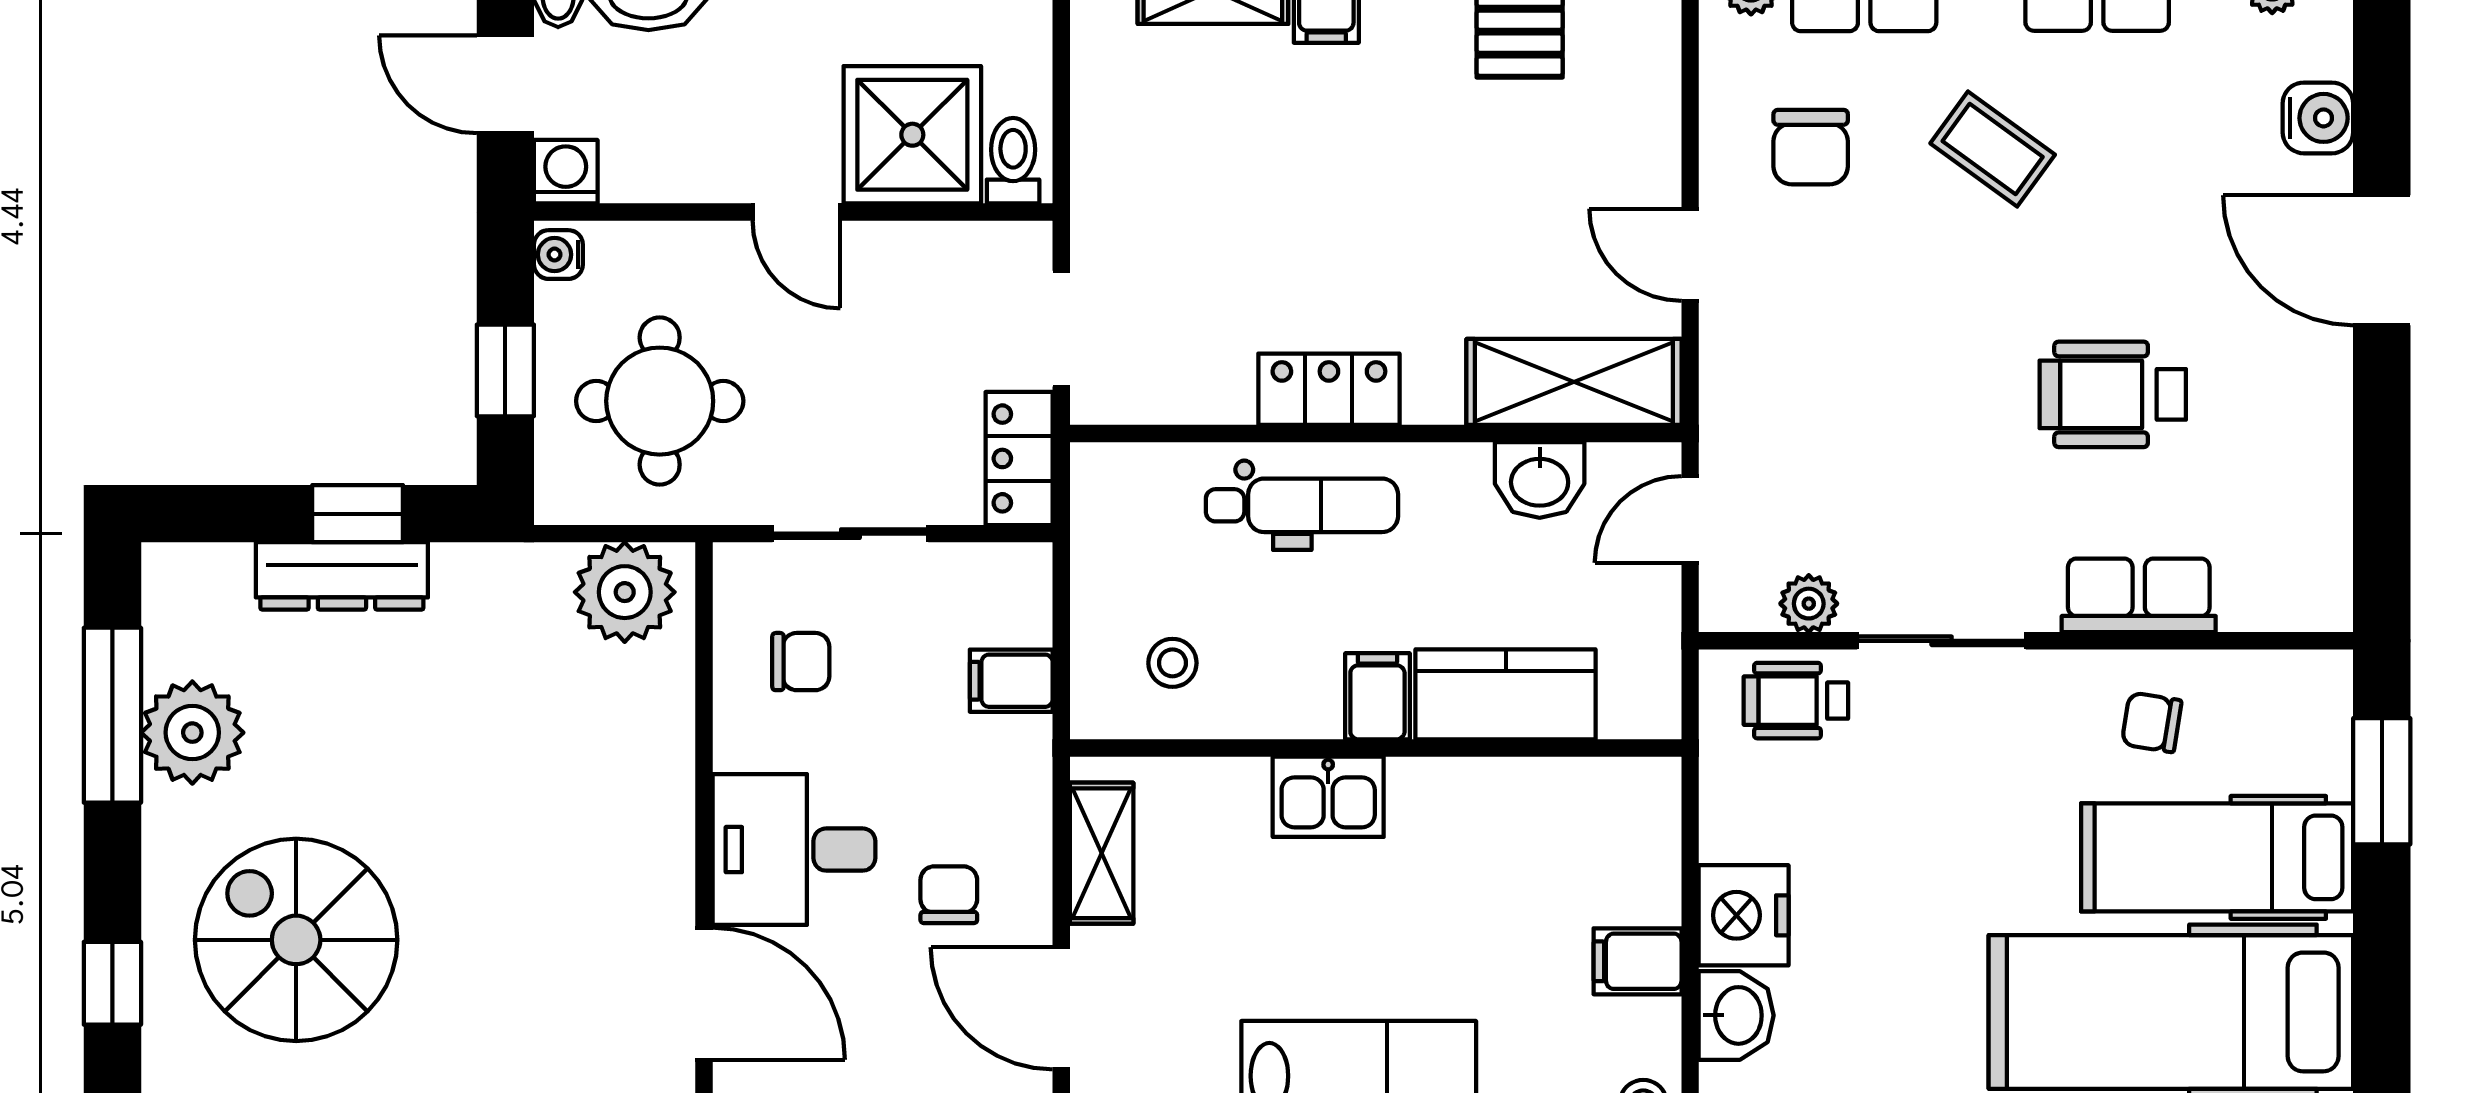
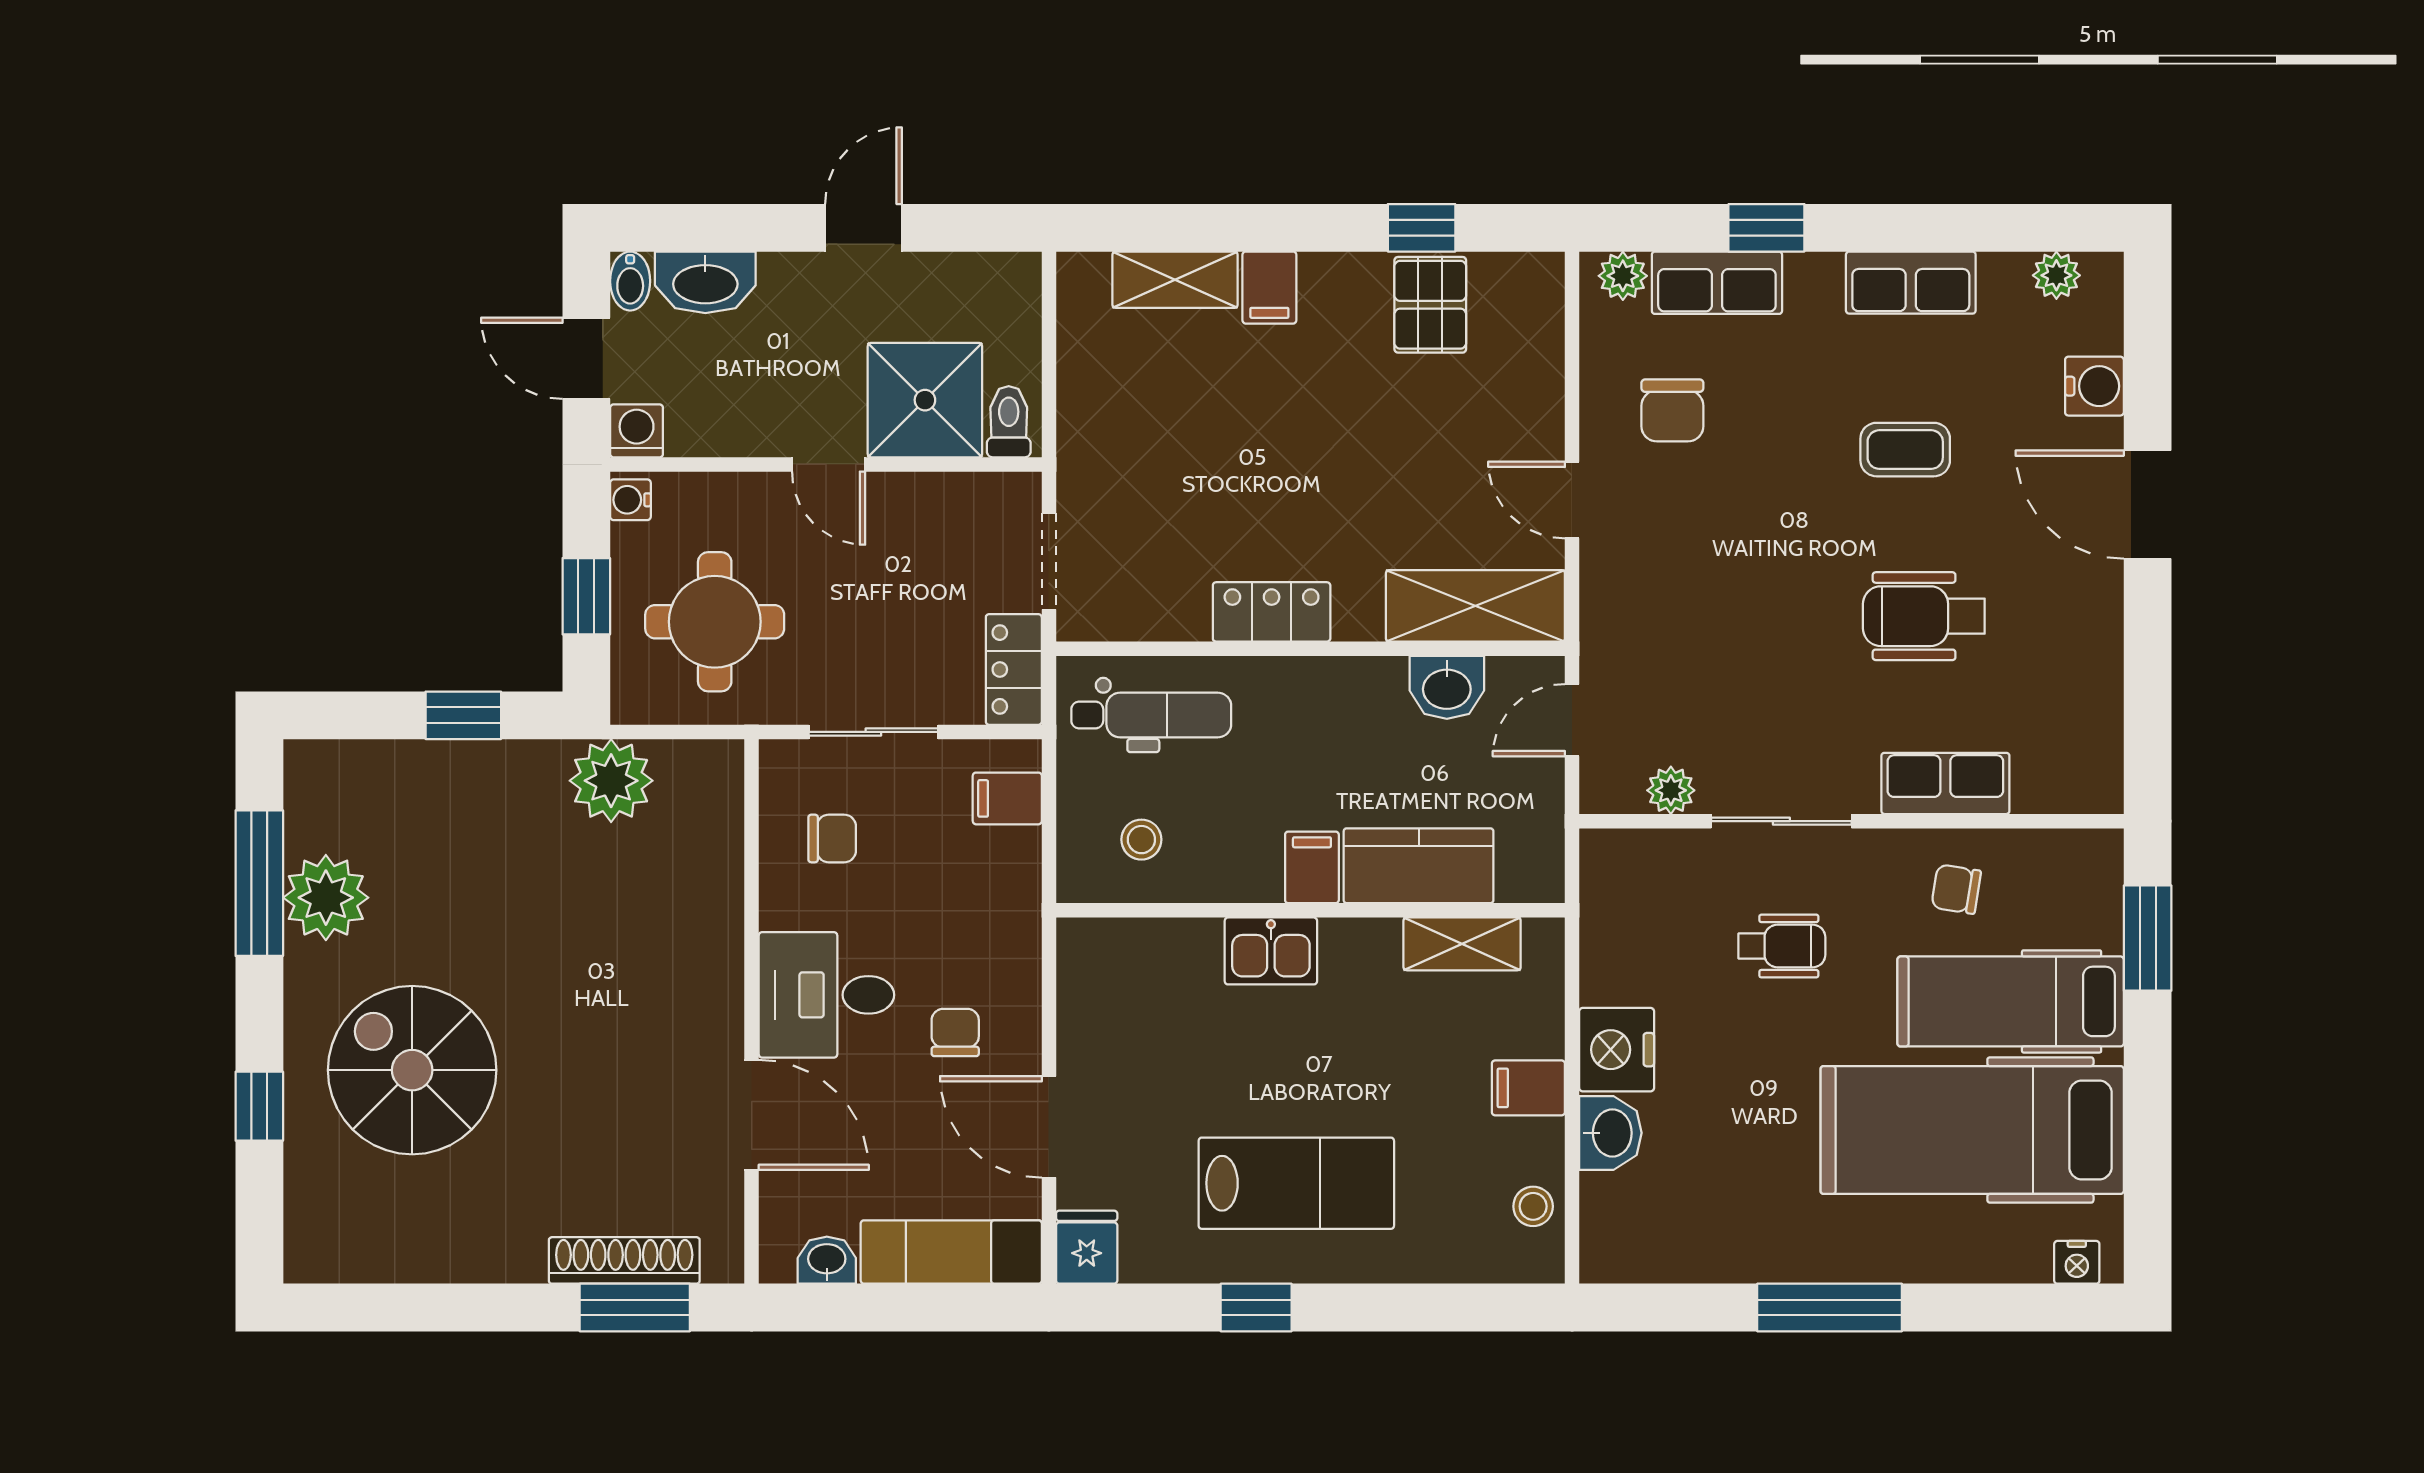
coffee table: (1993, 149) -> (1905, 450), moved, turned -36
dental chair: (1302, 505) -> (1151, 715), moved
dresser: (342, 576) -> (450, 767), removed
plant: (625, 592) -> (611, 781), moved
filing cabinet: (1011, 681) -> (1007, 798), moved
wheelchair: (1796, 701) -> (1782, 946), moved, turned 180
shelving: (1102, 853) -> (1462, 944), moved, turned 90

